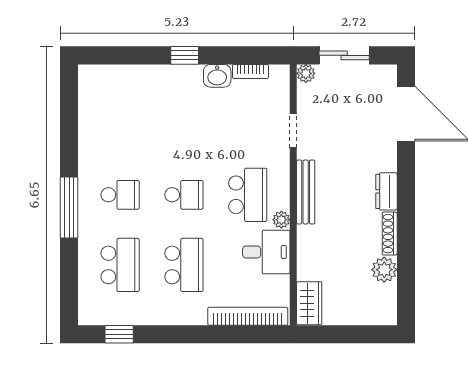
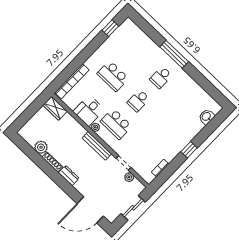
plant: (306, 73) -> (129, 177), moved
washbasin: (217, 76) -> (206, 117), moved
school desk: (120, 265) -> (135, 53), removed

